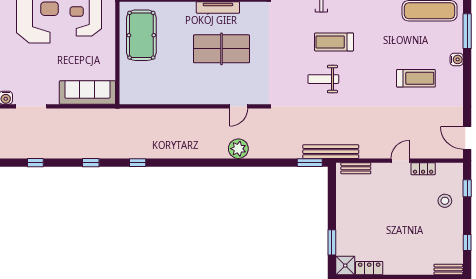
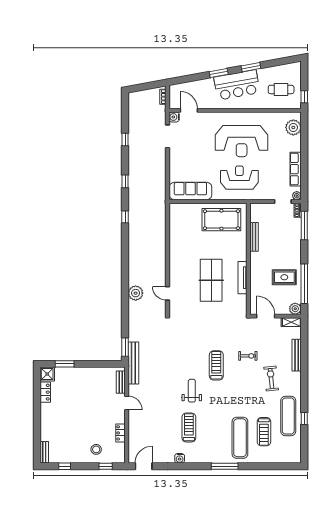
water cooler: (457, 59) -> (180, 458), moved
treadmill: (416, 78) -> (189, 428), turned 180
weight bench: (323, 79) -> (192, 391), moved
sofa: (87, 93) -> (190, 191), moved, turned -90
door: (400, 161) -> (127, 403), moved

